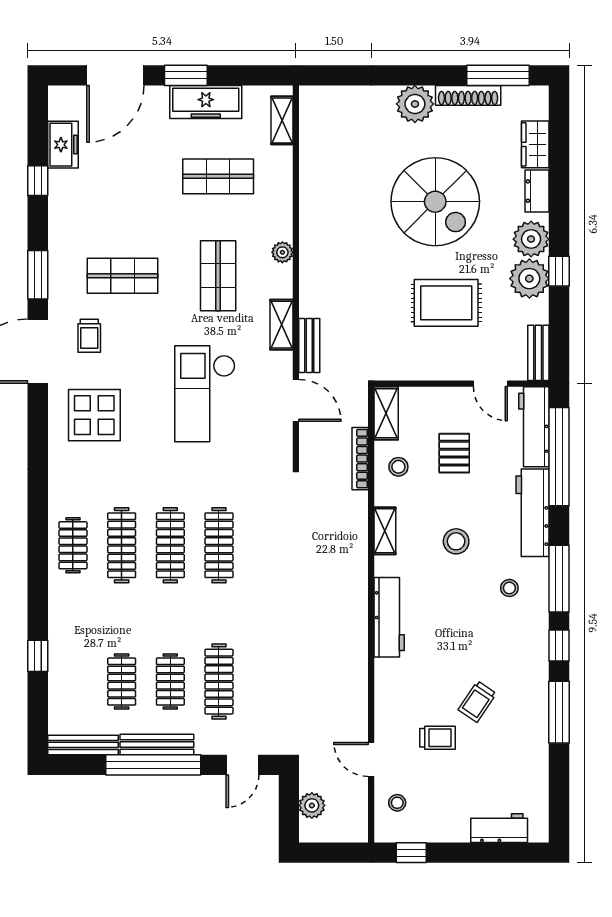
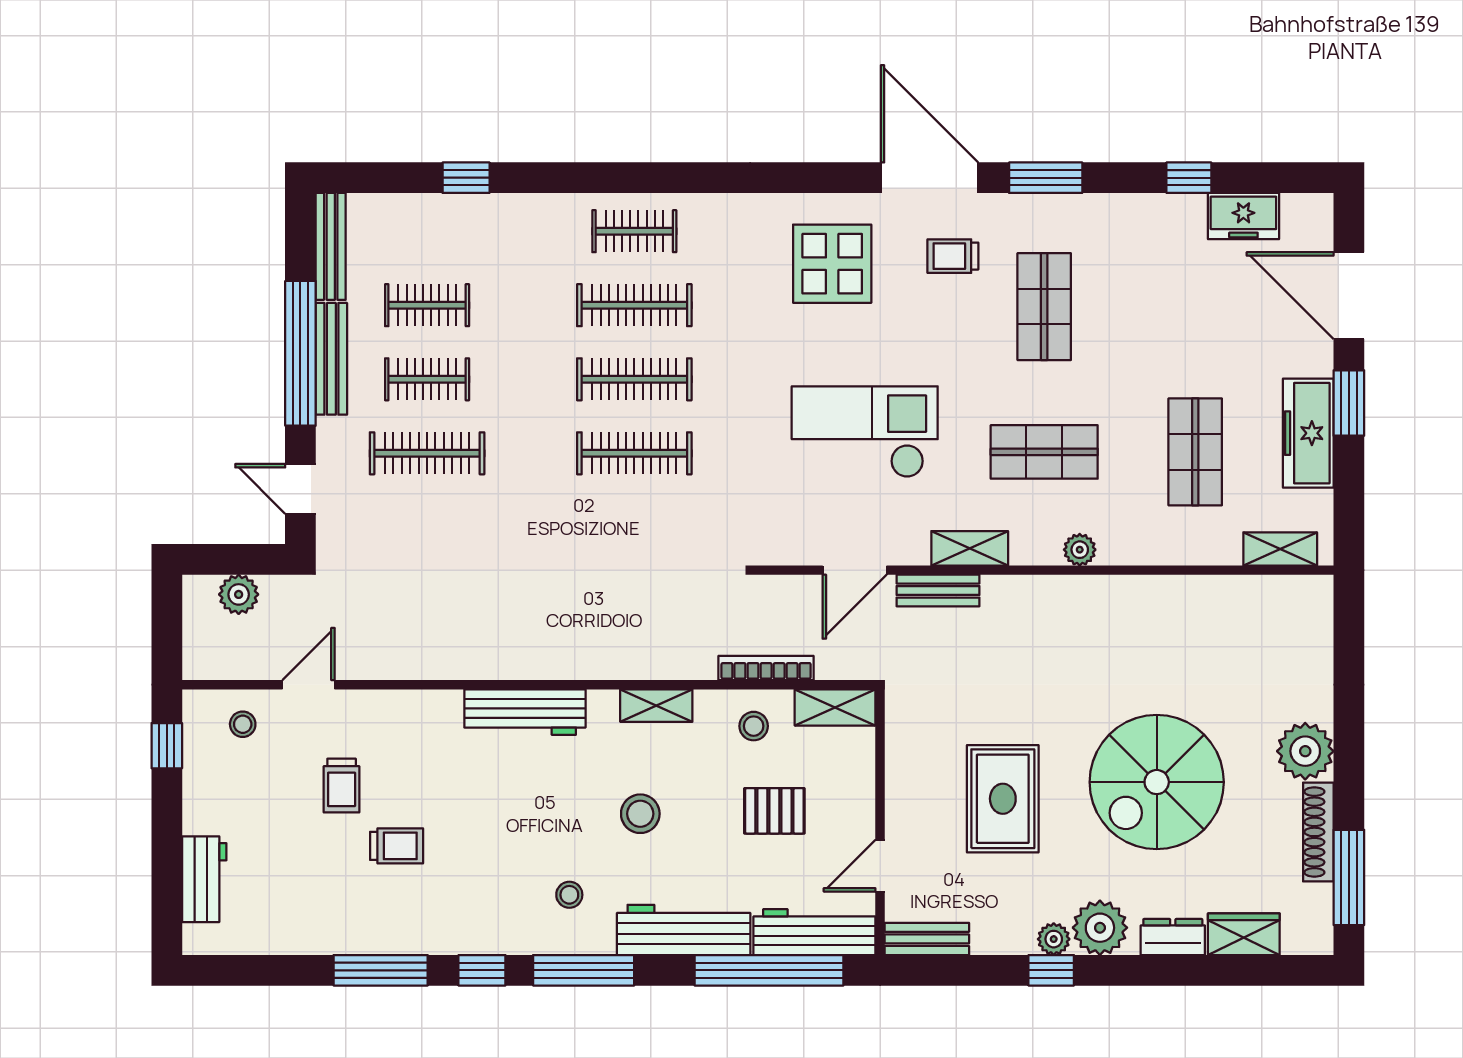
plant: (529, 279) -> (1054, 939), width x0.53, depth x0.53
trolley: (477, 702) -> (397, 846), turned 146

